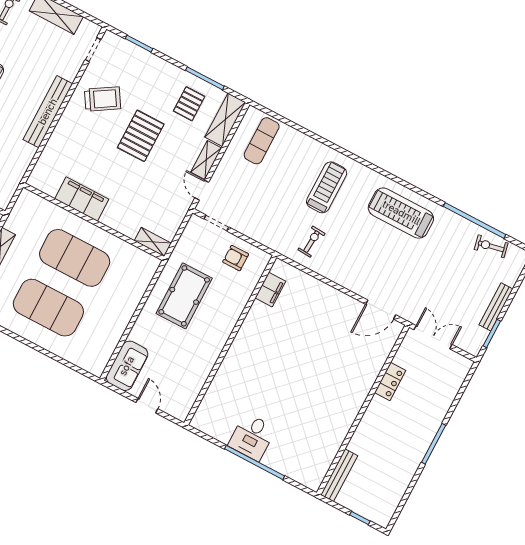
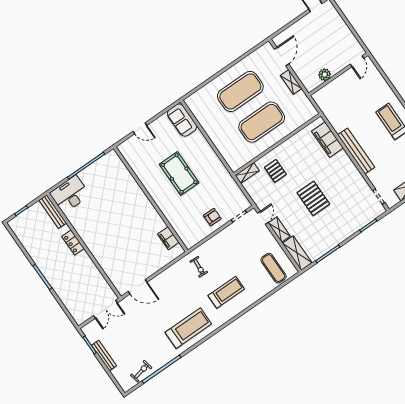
trolley: (103, 99) -> (347, 187), removed
pallet: (189, 104) -> (275, 171), moved
treadmill: (327, 187) -> (226, 292), turned -90
door: (202, 190) -> (263, 218), hinge flipped
filing cabinet: (82, 199) -> (327, 140), moved, turned 90
filing cabinet: (270, 290) -> (168, 238), moved
pool table: (184, 296) -> (179, 174), moved
door: (381, 310) -> (138, 287), swing flipped
wall: (230, 340) -> (151, 199), moved
locker: (390, 381) -> (73, 242), moved
door: (147, 406) -> (140, 128), moved
desk: (252, 437) -> (70, 194), moved, width x1.37

